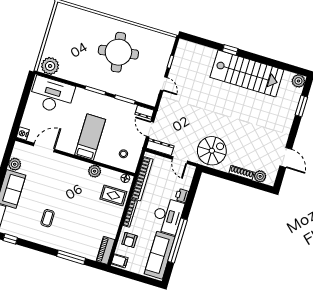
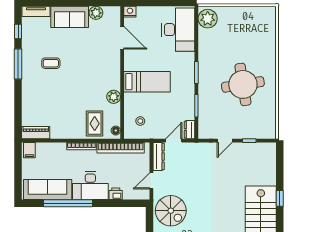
armchair: (129, 240) -> (54, 154), removed
window: (71, 257) -> (18, 64), moved

